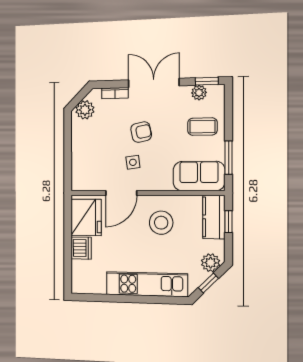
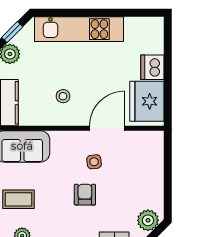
armchair: (141, 132) -> (85, 195), turned 102
stool: (161, 223) -> (63, 96), width x0.53, depth x0.53

